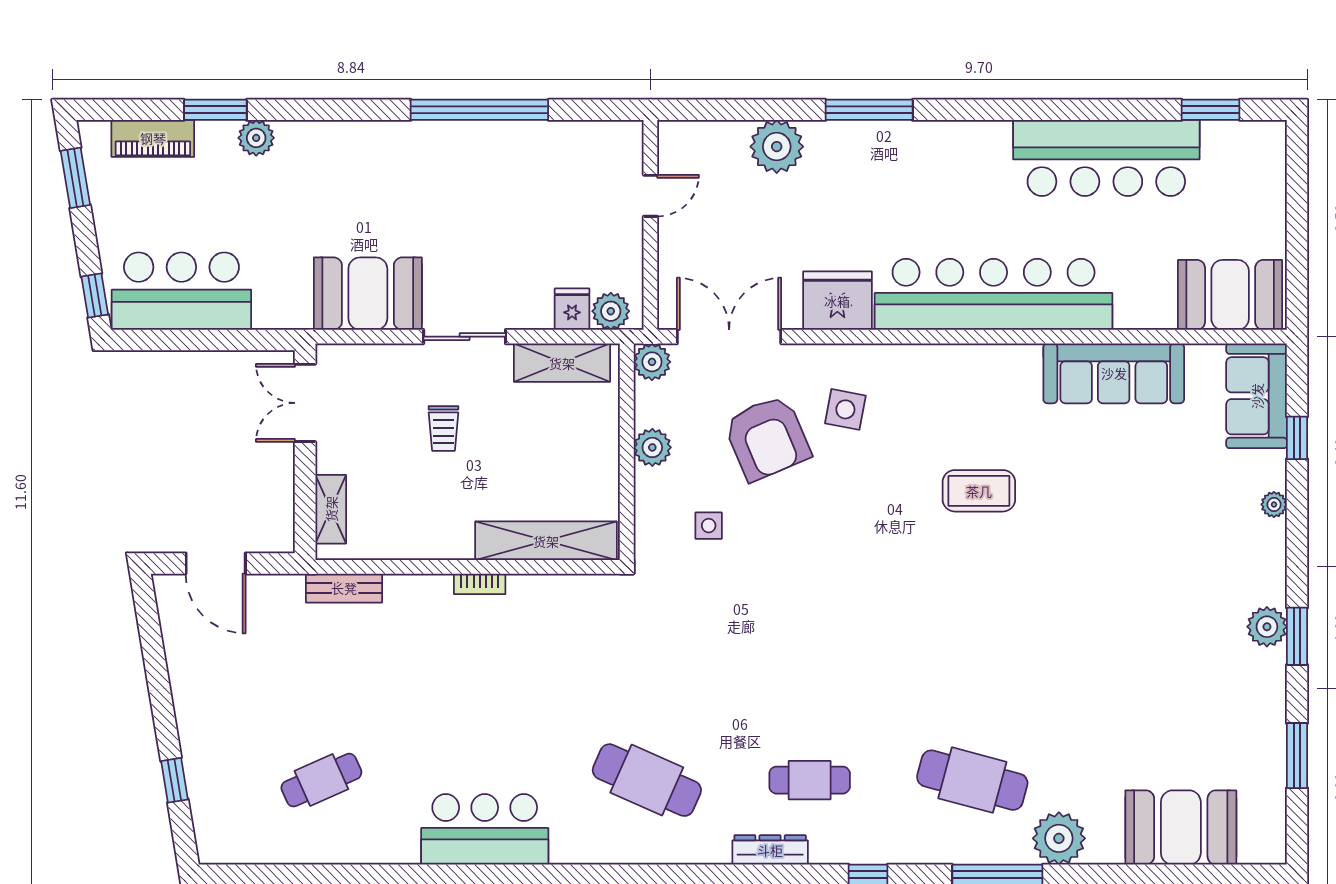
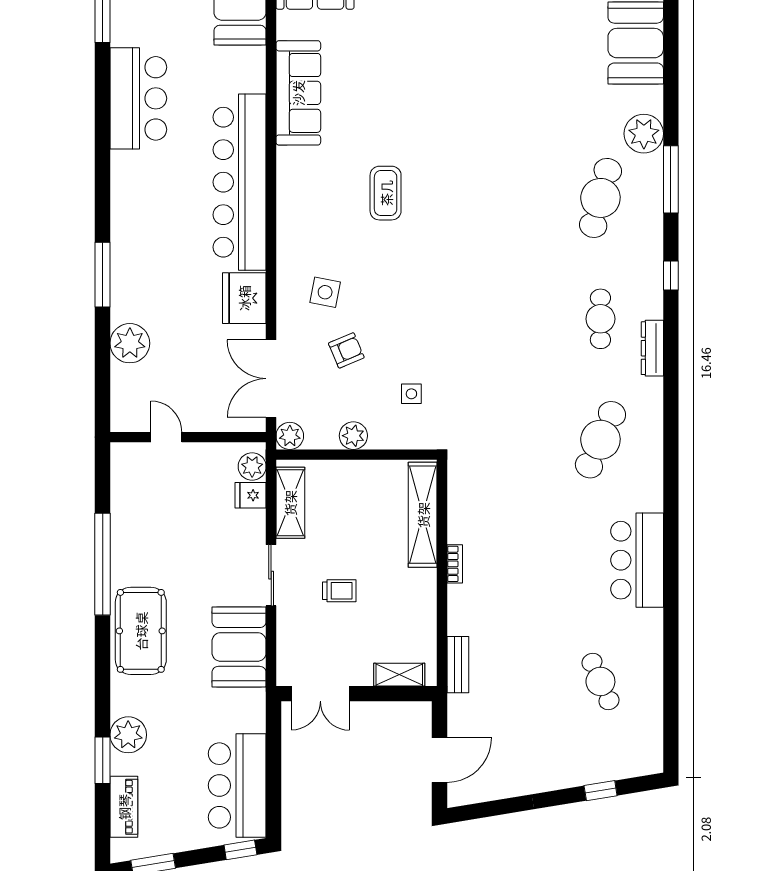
plant: (256, 138) -> (128, 735), width x1.36, depth x1.36
bar counter: (1106, 158) -> (138, 98), width x0.73
pool table: (389, 161) -> (141, 631), added
armchair: (767, 438) -> (346, 350), width x0.53, depth x0.53

